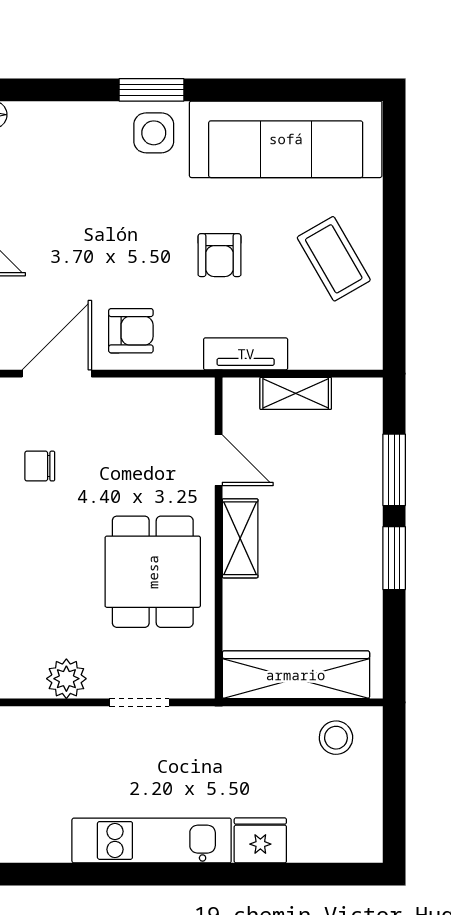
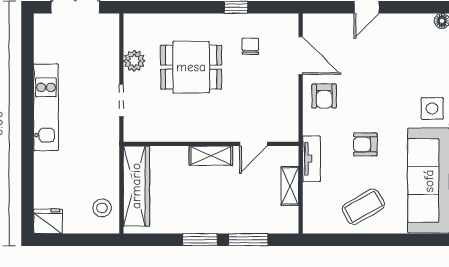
dining table: (153, 572) -> (191, 67), moved
fridge: (260, 840) -> (48, 221), moved, turned -90

